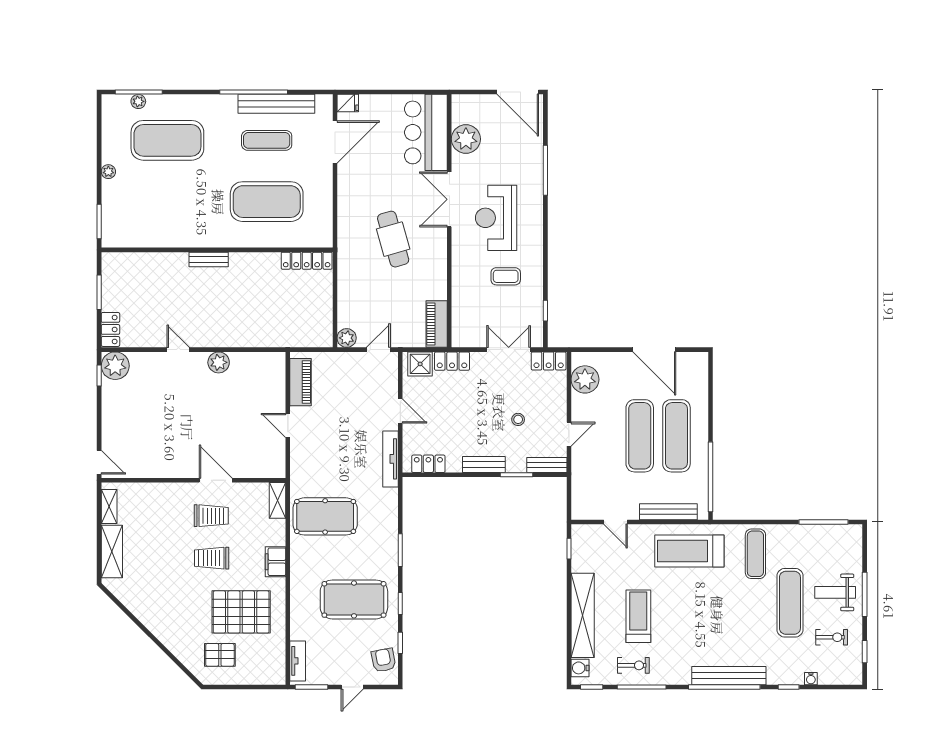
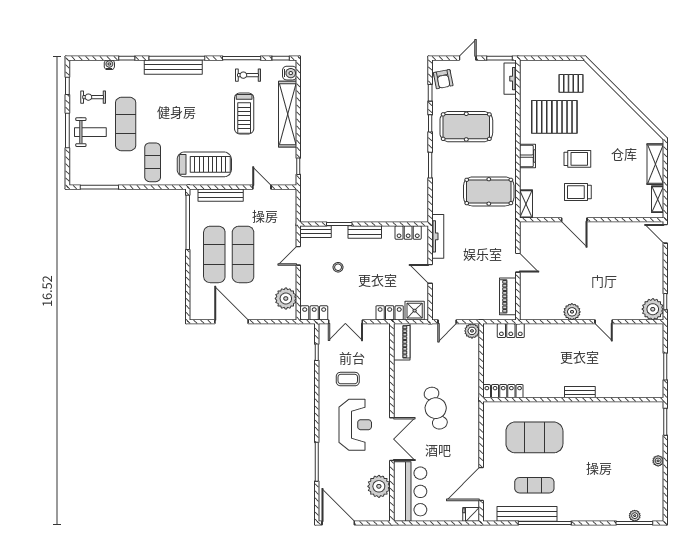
exercise mat: (167, 140) -> (612, 485), removed
locker: (110, 329) -> (511, 331), moved, turned -90

